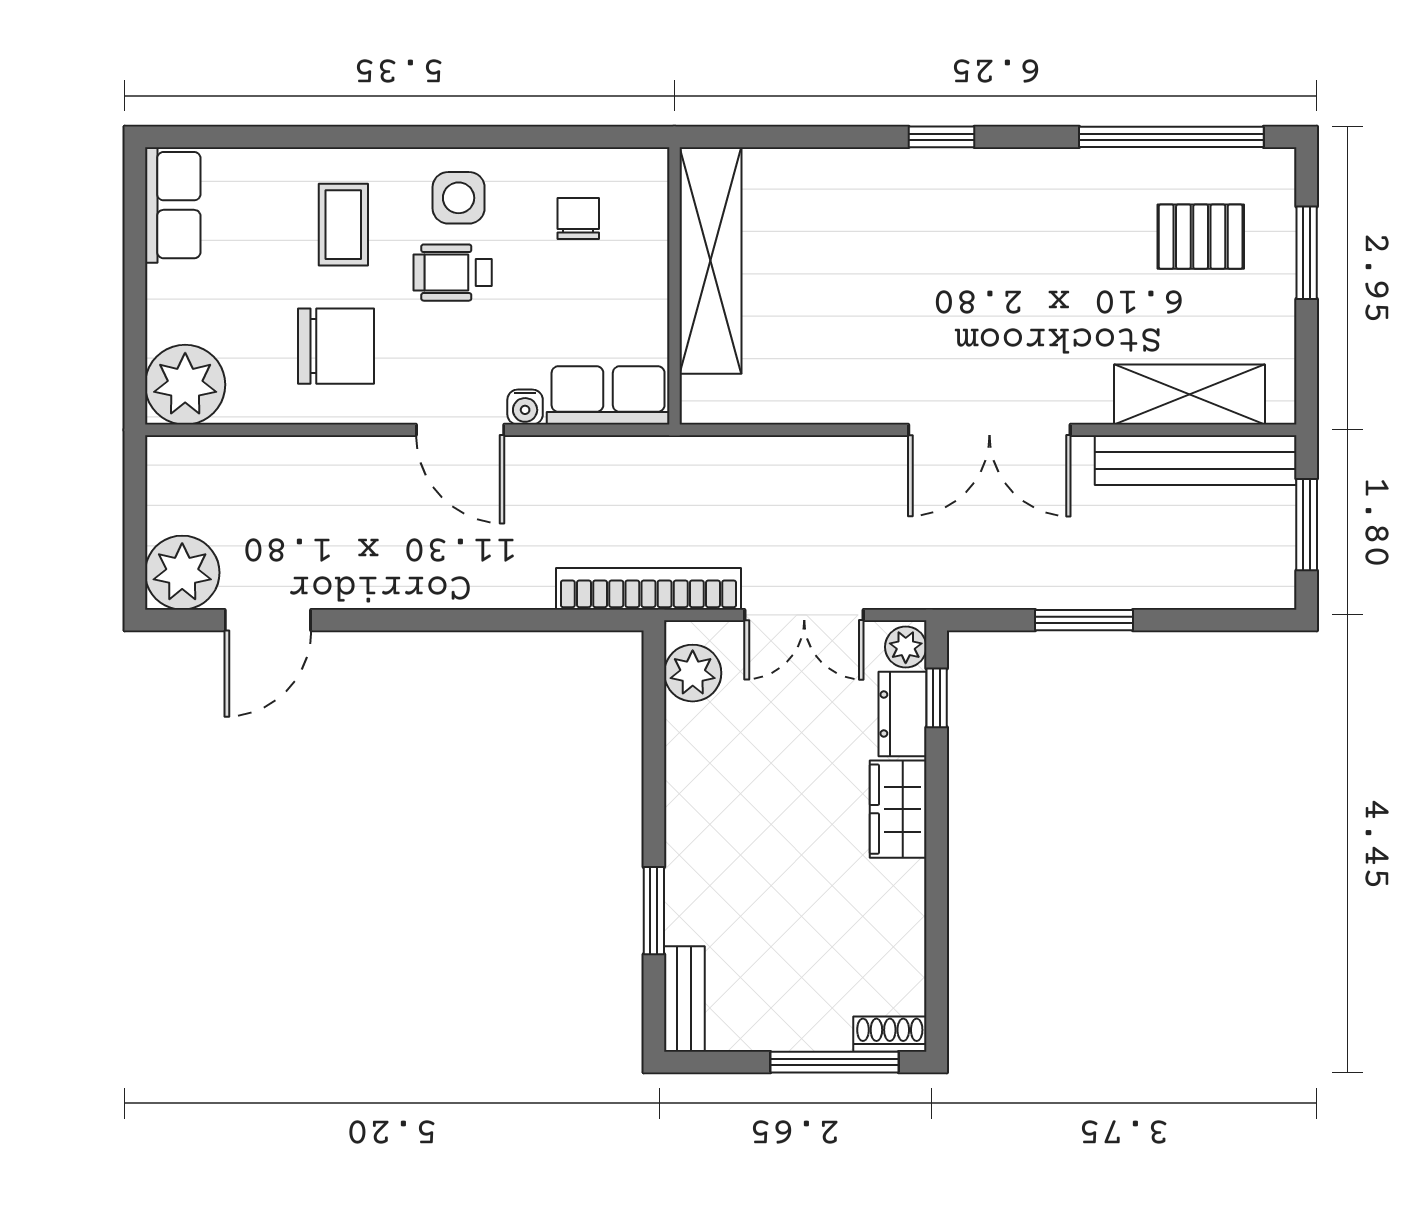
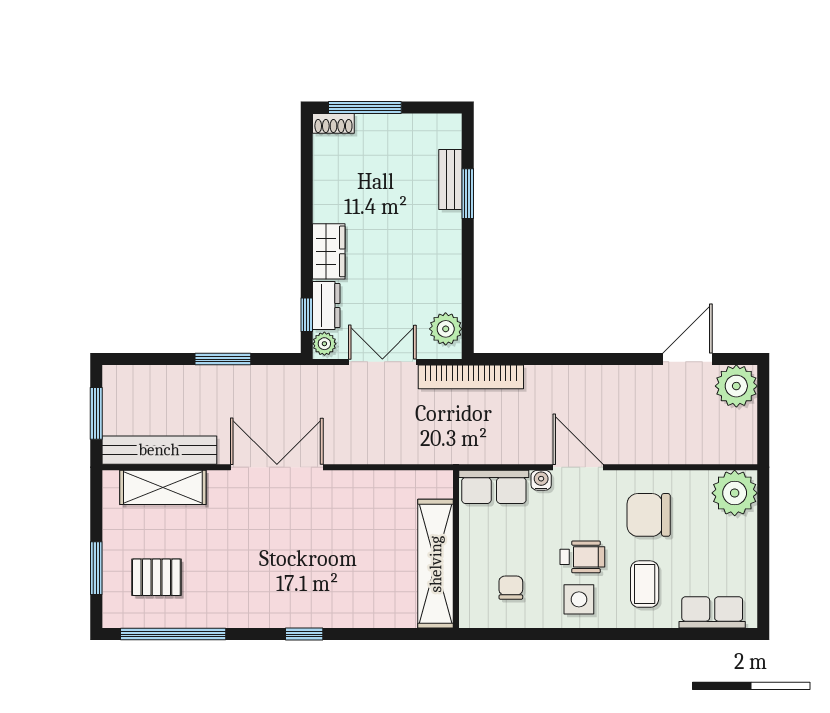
row of seats: (173, 205) -> (712, 612), moved, turned 90
chair: (578, 218) -> (511, 588), turned 180
bench: (684, 999) -> (450, 179), moved

